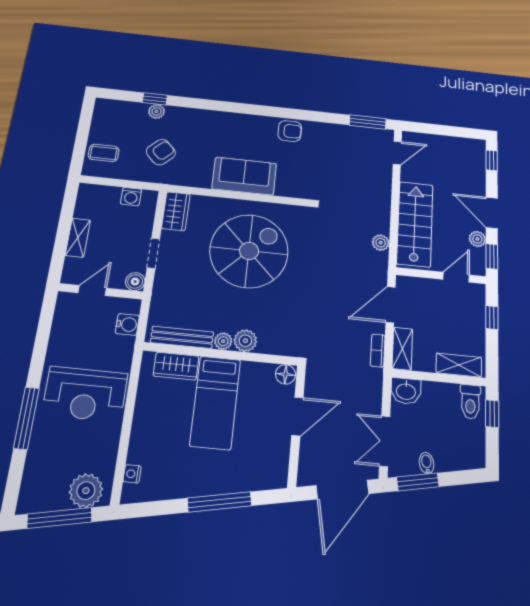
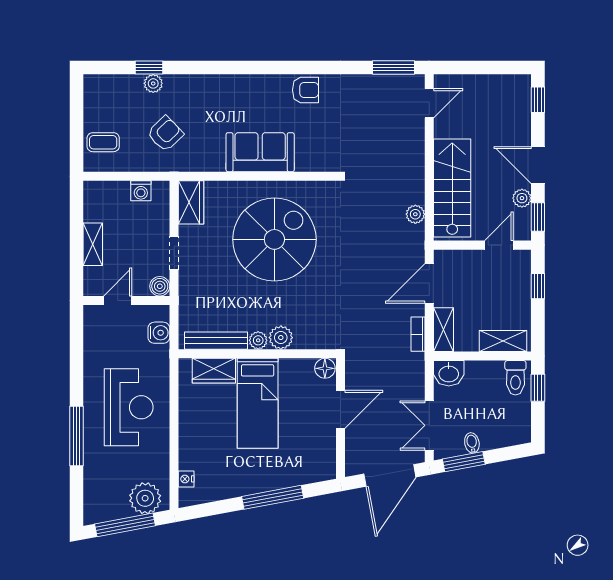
reception desk: (85, 394) -> (129, 407), turned -90

